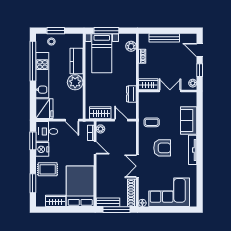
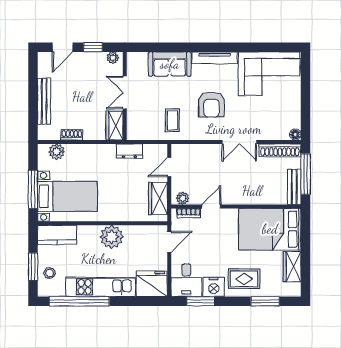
kitchen counter: (76, 61) -> (57, 235), moved
armchair: (162, 148) -> (211, 105), turned 180
rug: (48, 169) -> (244, 279), turned 90
corner sofa: (169, 192) -> (269, 74), moved, turned -90

